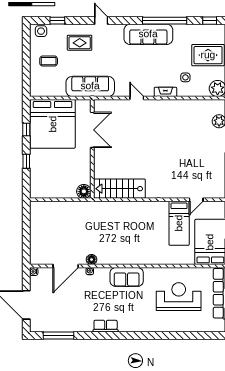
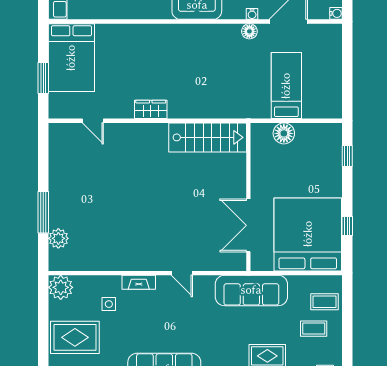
coffee table: (41, 79) -> (324, 302), added
window: (26, 161) -> (347, 156), moved
floor lamp: (84, 191) -> (284, 133), moved
door: (196, 200) -> (93, 121), swing flipped
wardrobe: (157, 207) -> (151, 109), added
bed: (179, 223) -> (286, 86), moved

